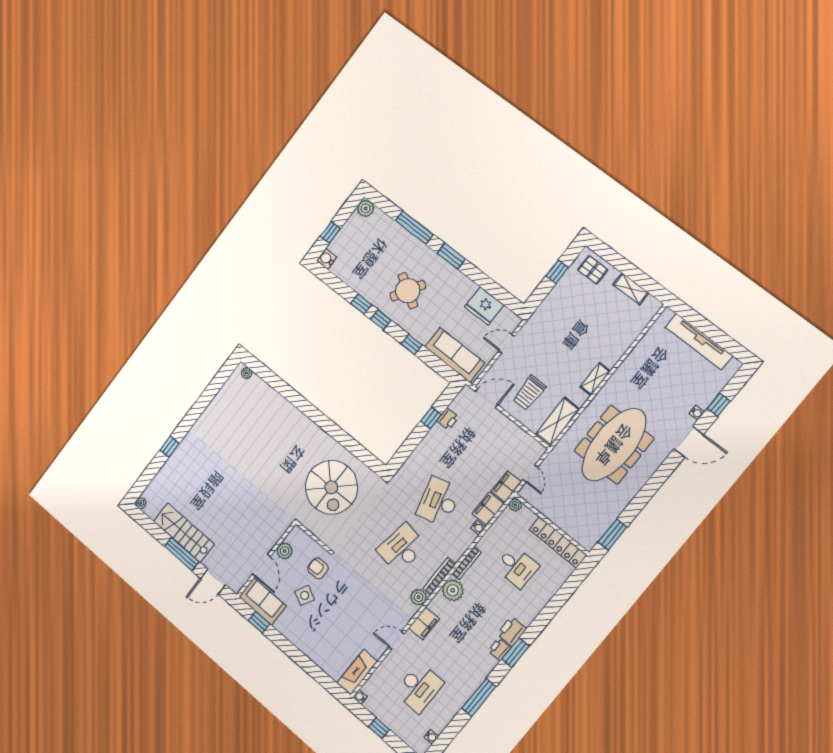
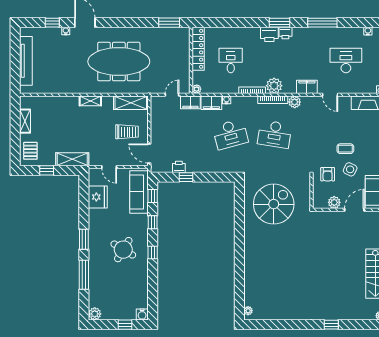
window: (361, 304) -> (153, 196), moved
shelving: (547, 309) -> (72, 159), added
coffee table: (329, 609) -> (345, 149), added

